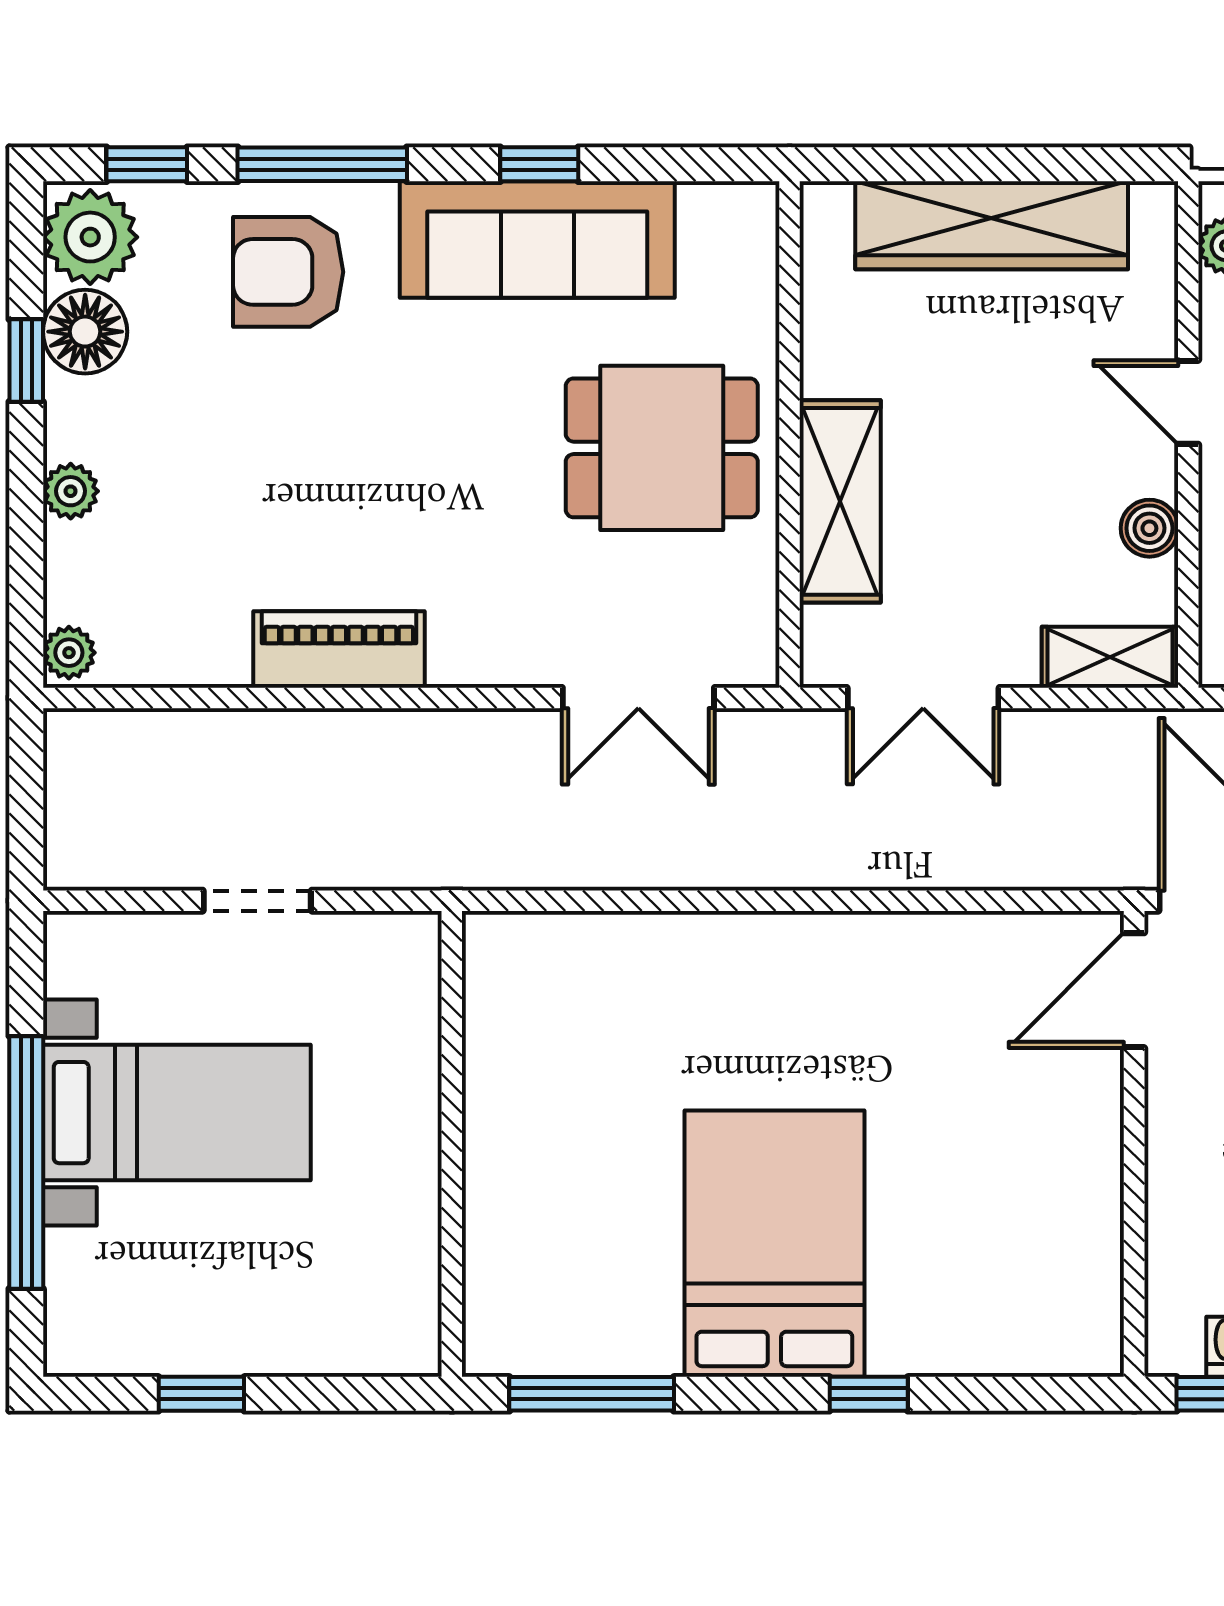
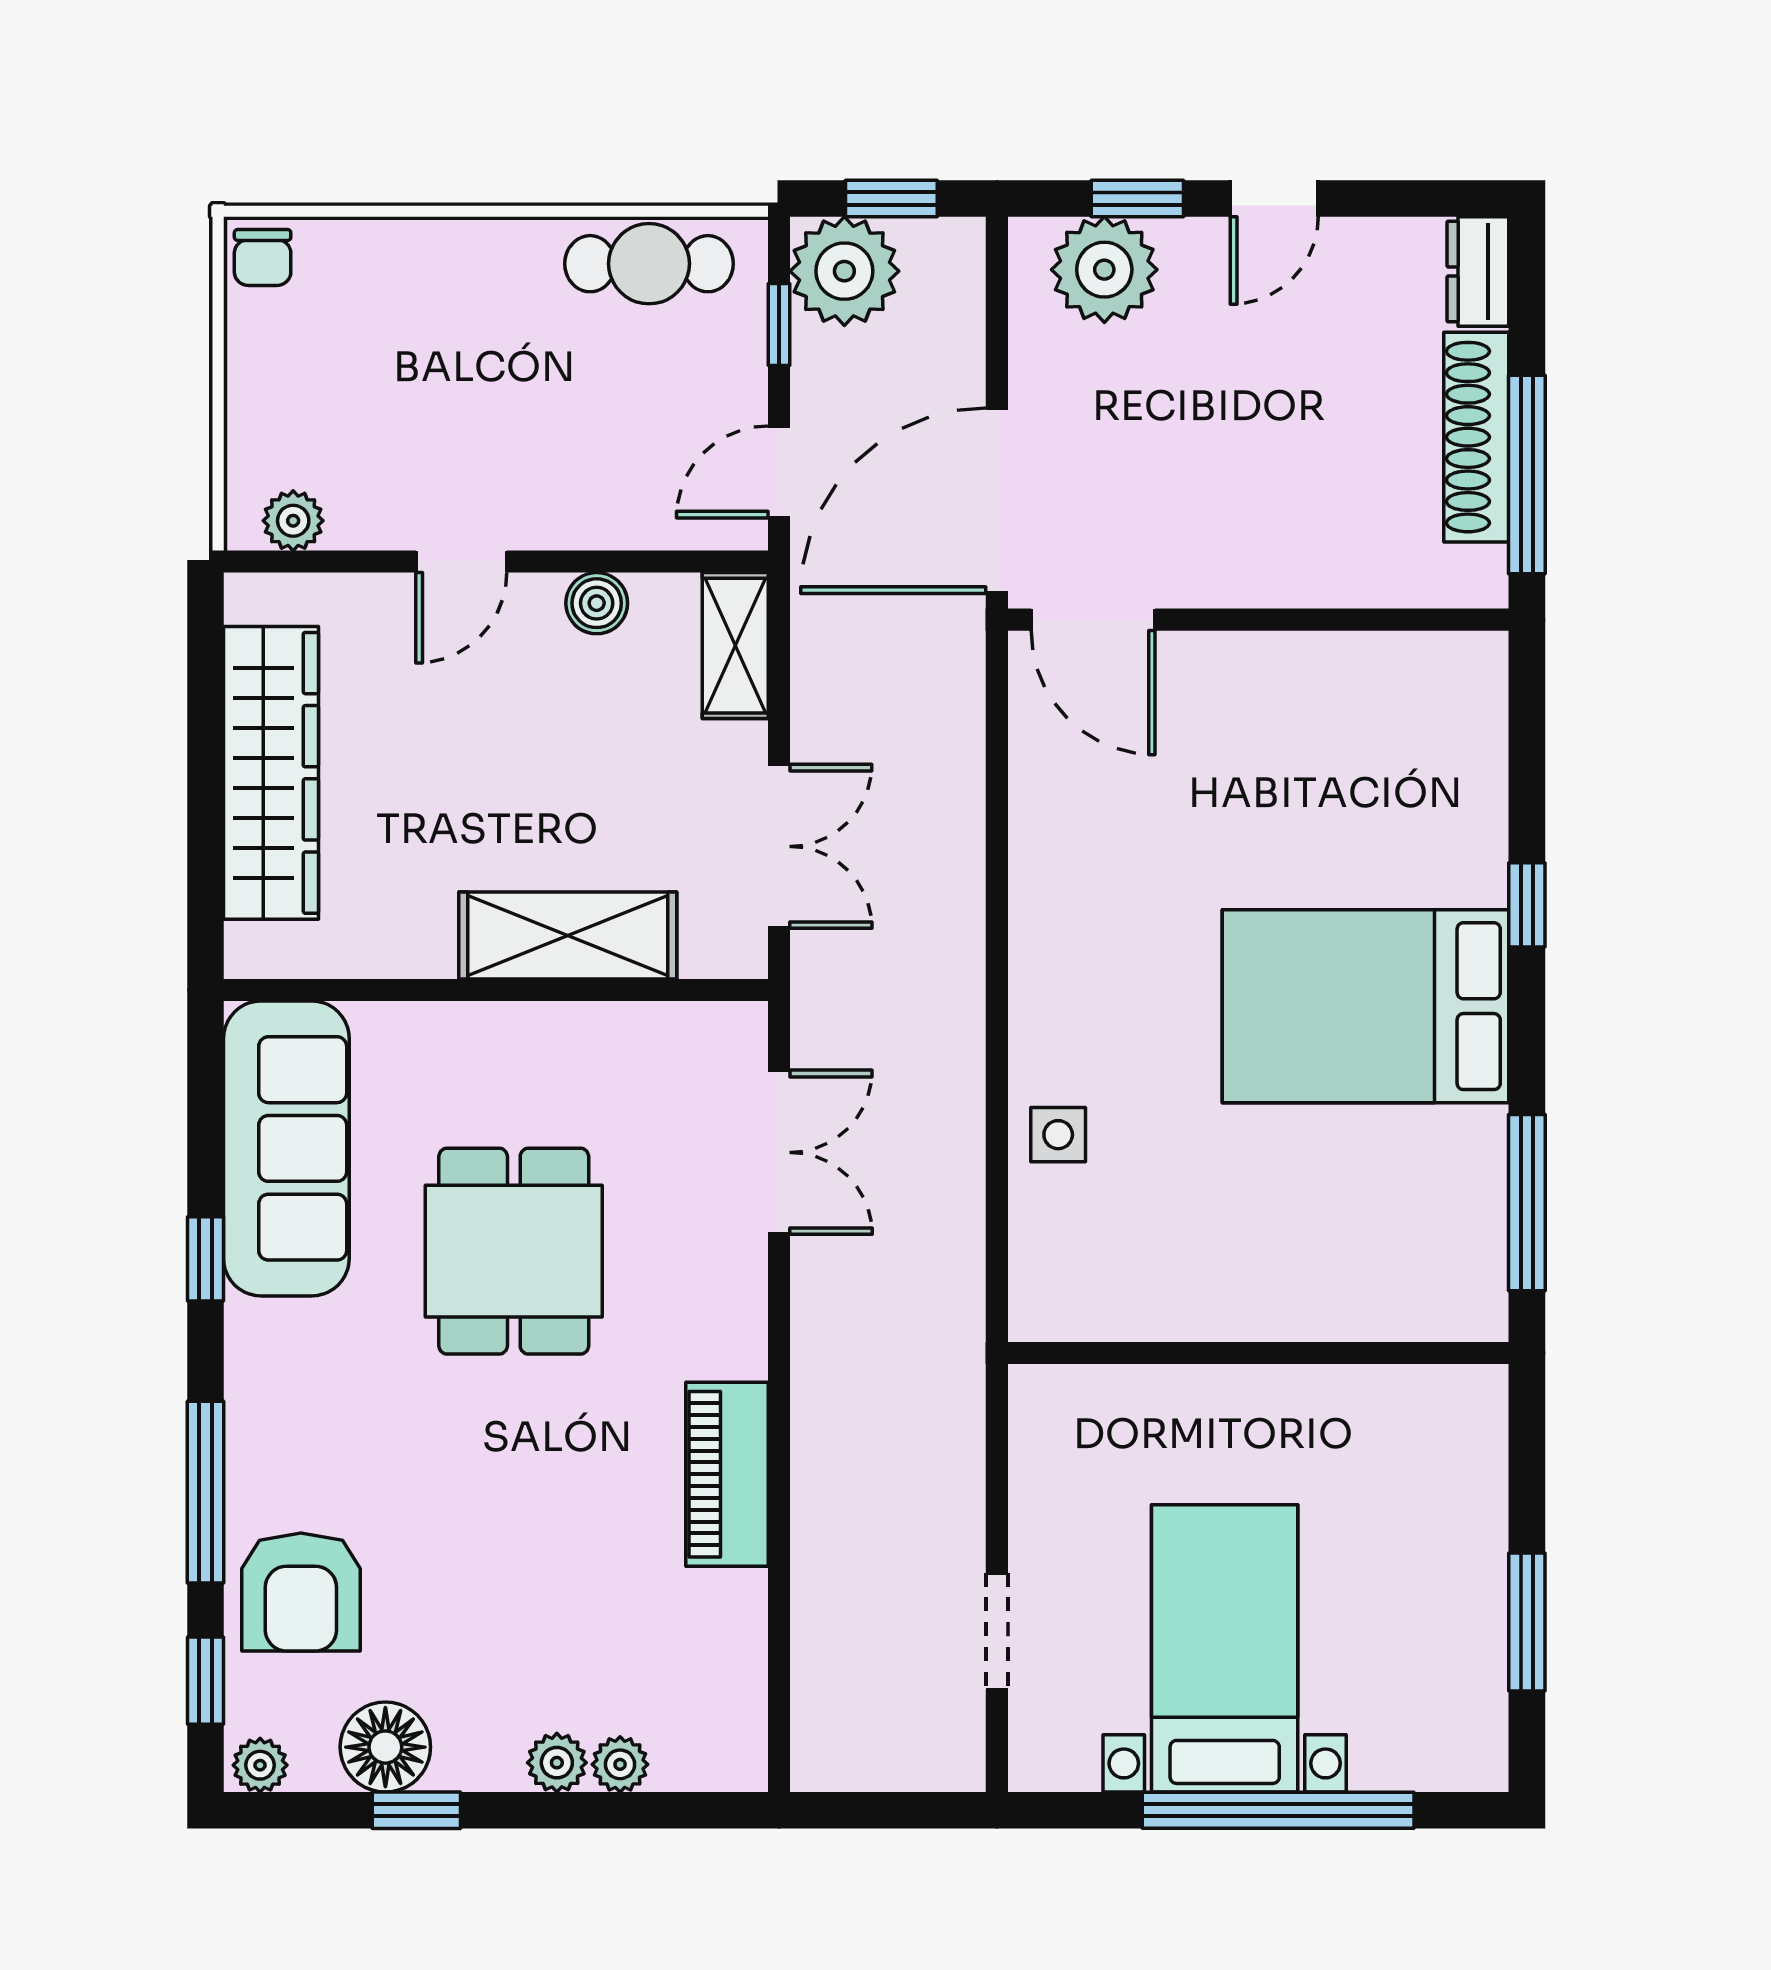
plant: (90, 237) -> (260, 1765), width x0.53, depth x0.53
sofa: (537, 240) -> (286, 1148), moved
armchair: (288, 272) -> (301, 1592), moved
dining table: (662, 448) -> (514, 1251), moved
plant: (69, 653) -> (620, 1764), moved
doorway: (257, 901) -> (997, 1631), moved
side table: (655, 958) -> (1058, 1135), added
window: (201, 1394) -> (1527, 1622), width x1.50

